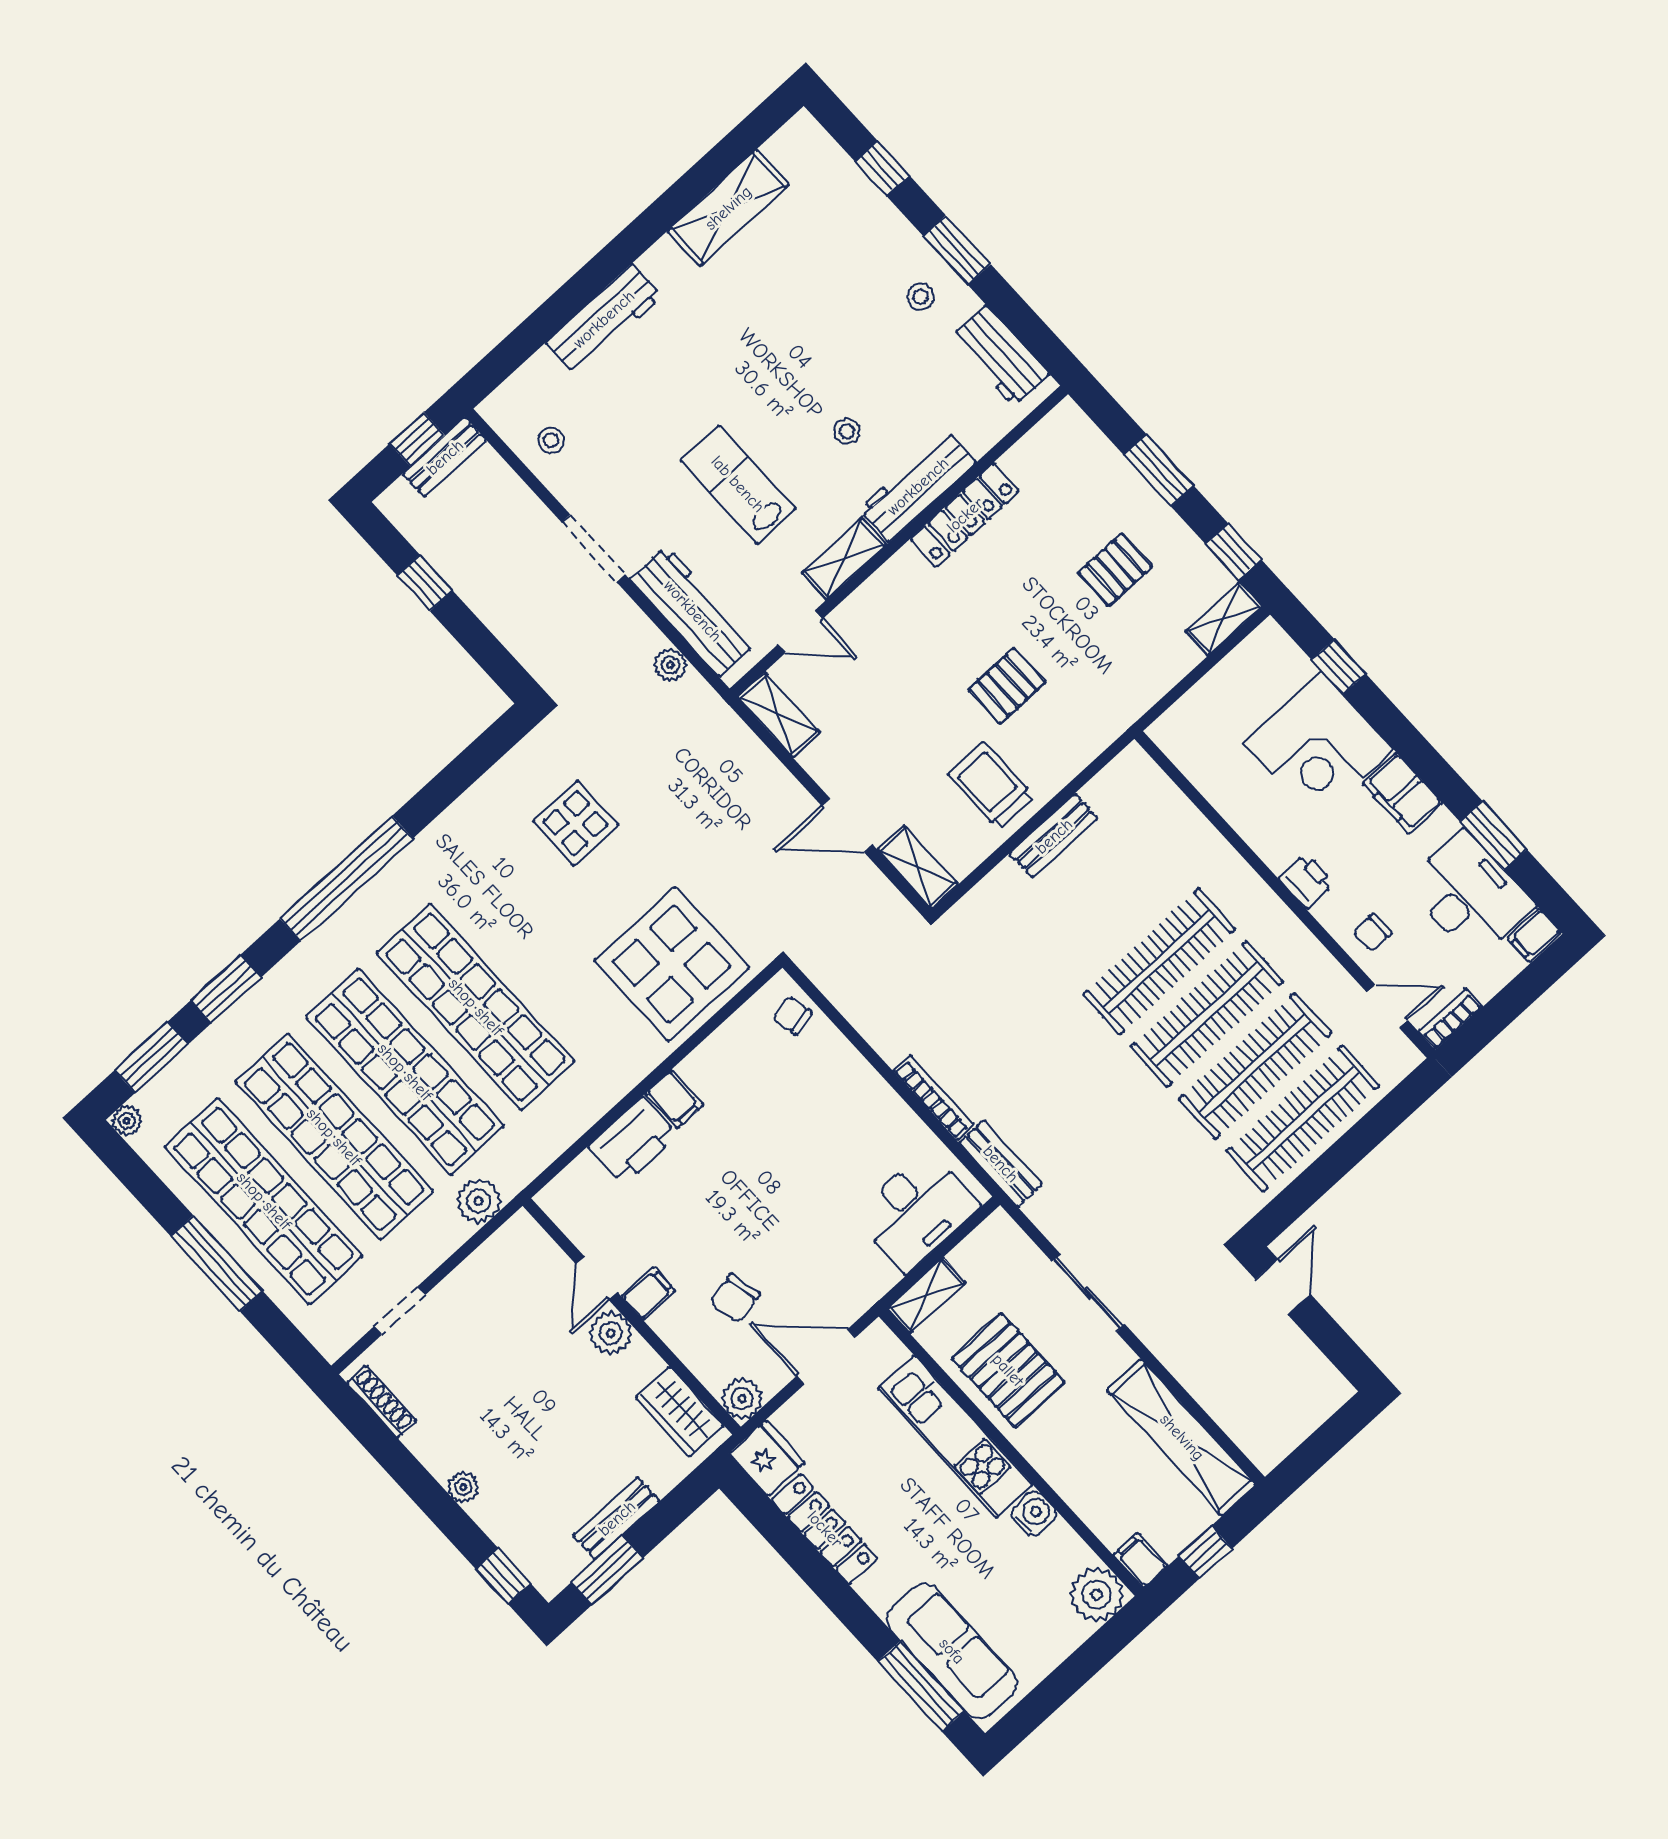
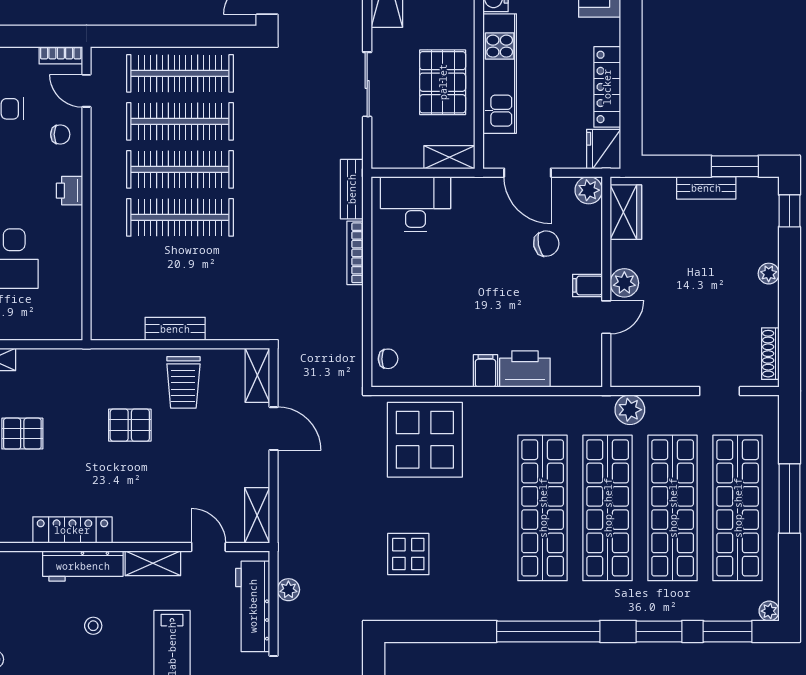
chair: (792, 1015) -> (388, 359), turned -78

